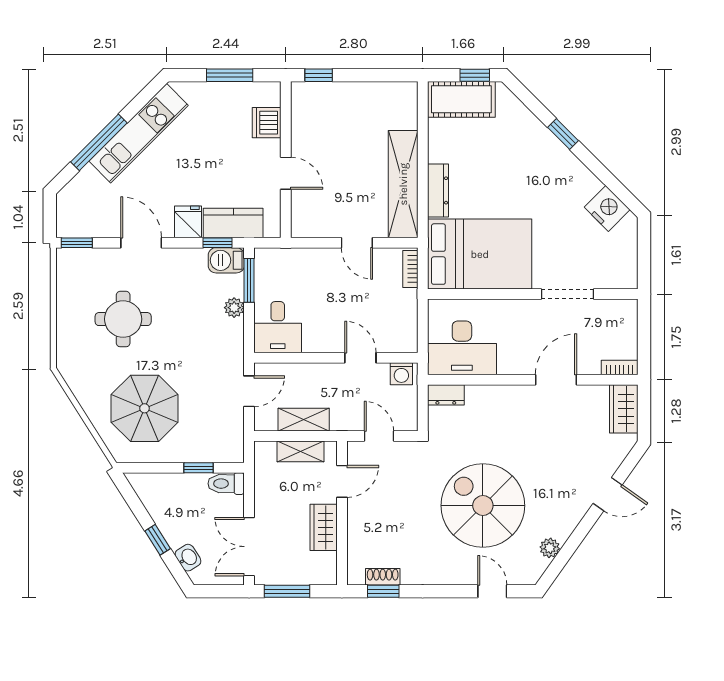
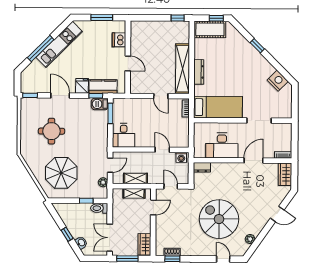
window: (319, 75) -> (178, 18), moved
bed: (480, 254) -> (218, 107), width x0.67
plant: (234, 308) -> (103, 182), moved
desk: (462, 348) -> (222, 145), moved
wardrobe: (324, 527) -> (144, 244), moved

